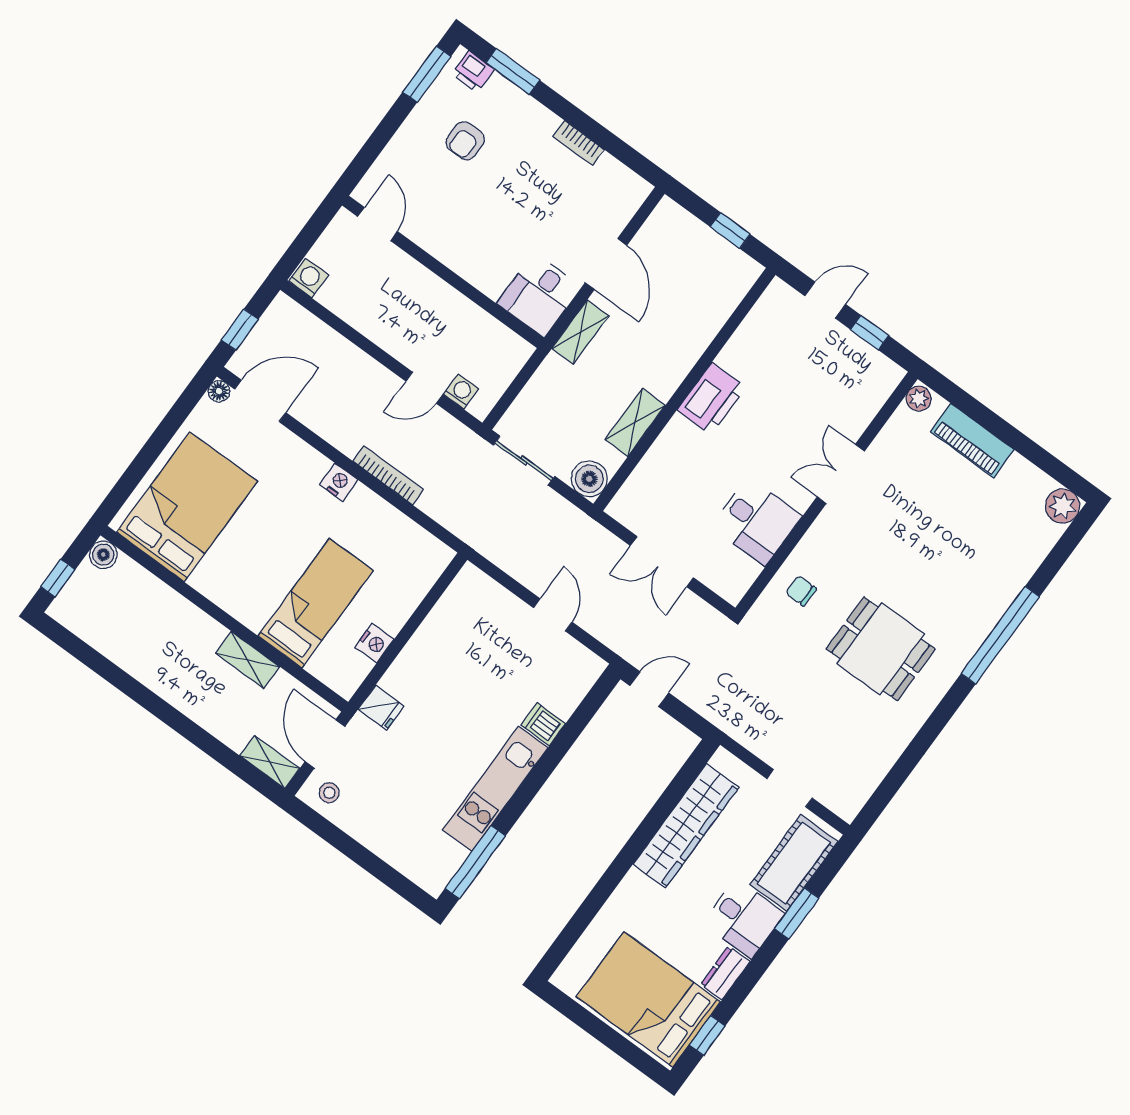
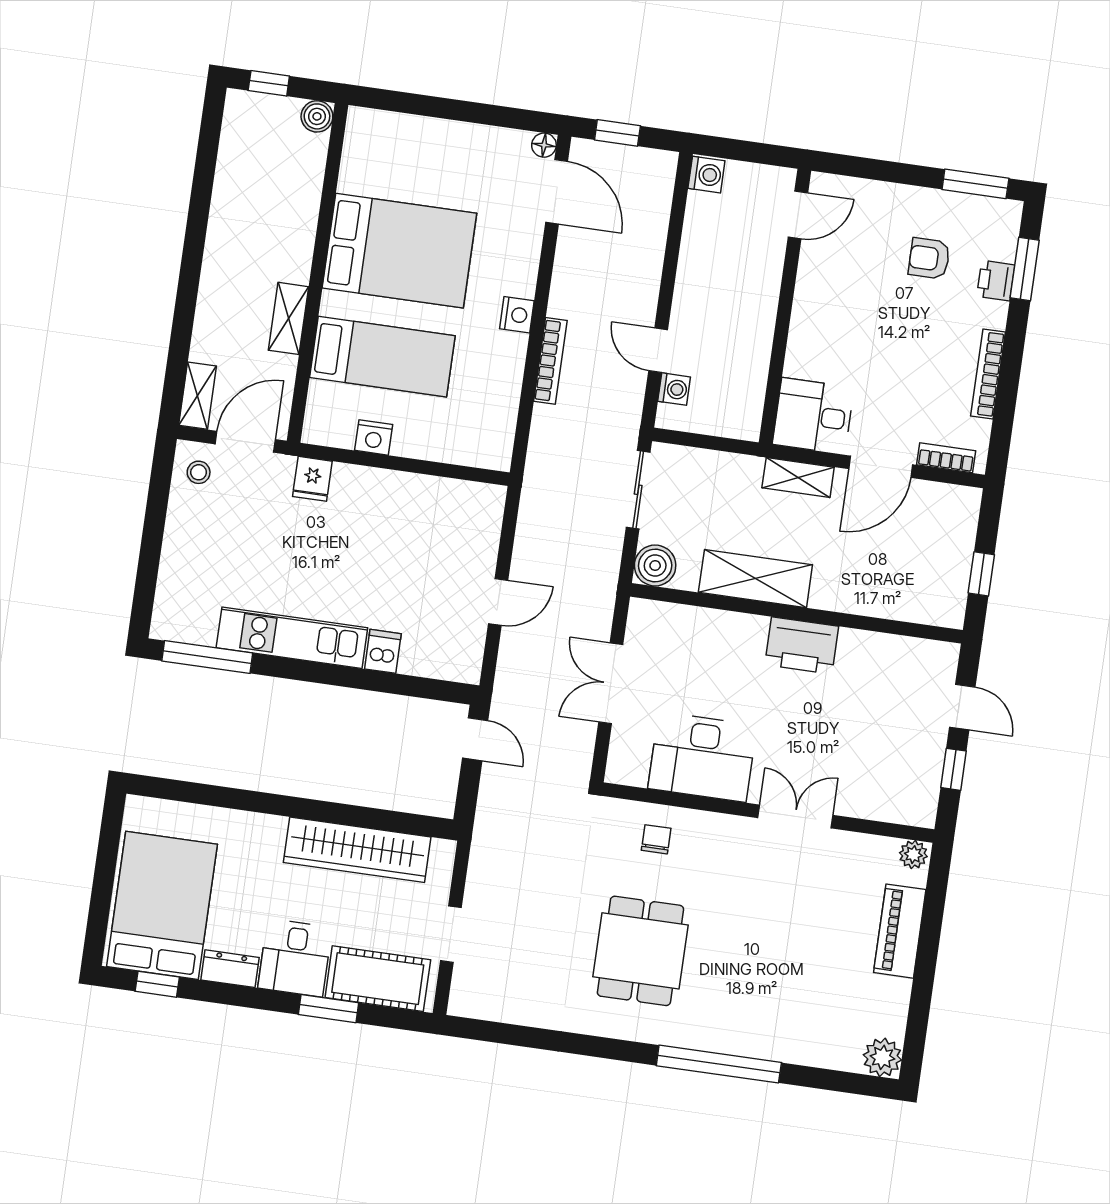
printer: (473, 72) -> (996, 281), moved
bookcase: (579, 143) -> (988, 374), width x1.56
bookcase: (626, 210) -> (946, 458), added
shelving: (635, 422) -> (755, 579), width x1.50, depth x1.33
bed: (187, 507) -> (399, 251), moved
desk: (756, 521) -> (702, 757), width x1.37

